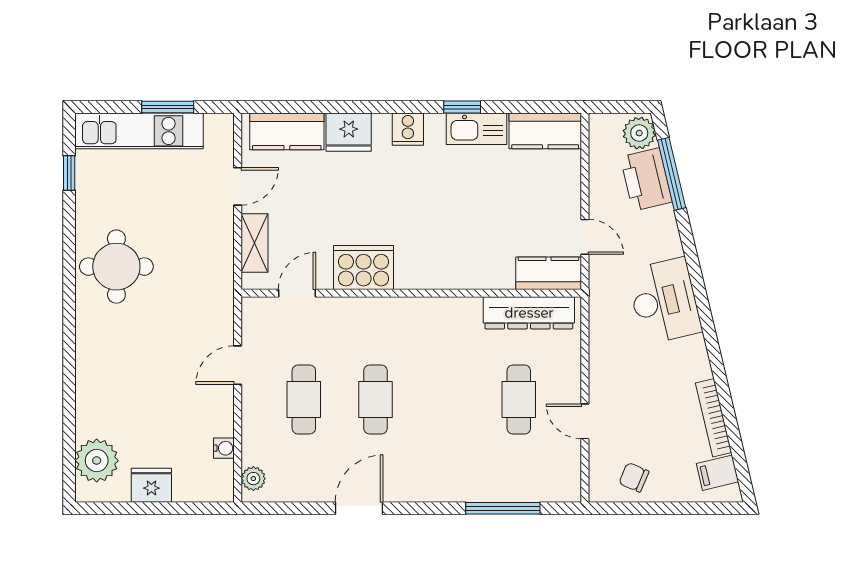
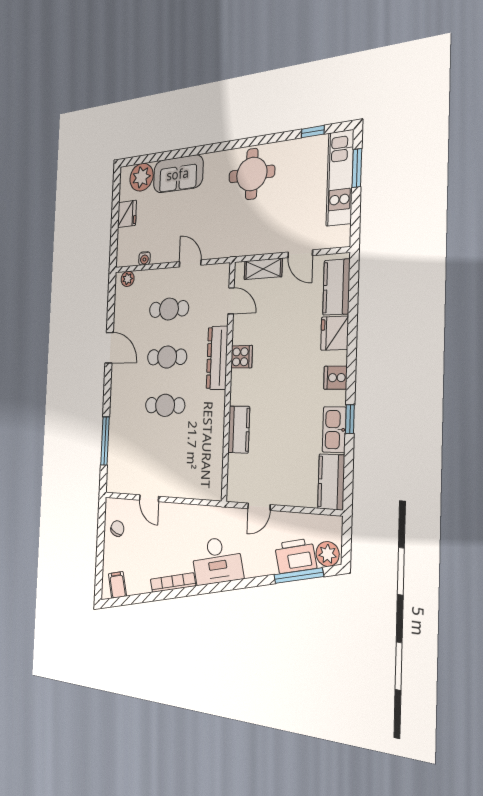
window: (168, 107) -> (357, 168), moved
cooker: (364, 267) -> (242, 357), width x0.53, depth x0.76
kitchen counter: (549, 273) -> (239, 430), moved
dresser: (529, 313) -> (217, 358), moved
sofa: (100, 393) -> (178, 174), added
cafe table: (519, 400) -> (165, 405), moved
bookcase: (714, 418) -> (173, 583), moved
door: (585, 421) -> (149, 498), swing flipped

